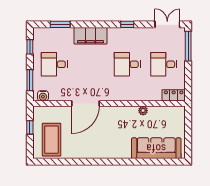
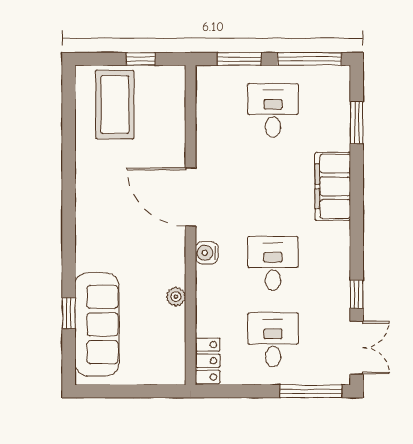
window: (127, 24) -> (357, 294), moved
window: (30, 47) -> (310, 59), width x2.17
water cooler: (43, 96) -> (207, 253), moved
door: (85, 104) -> (190, 197), moved
coffee table: (52, 140) -> (115, 105), turned 90
window: (151, 162) -> (69, 313), added

